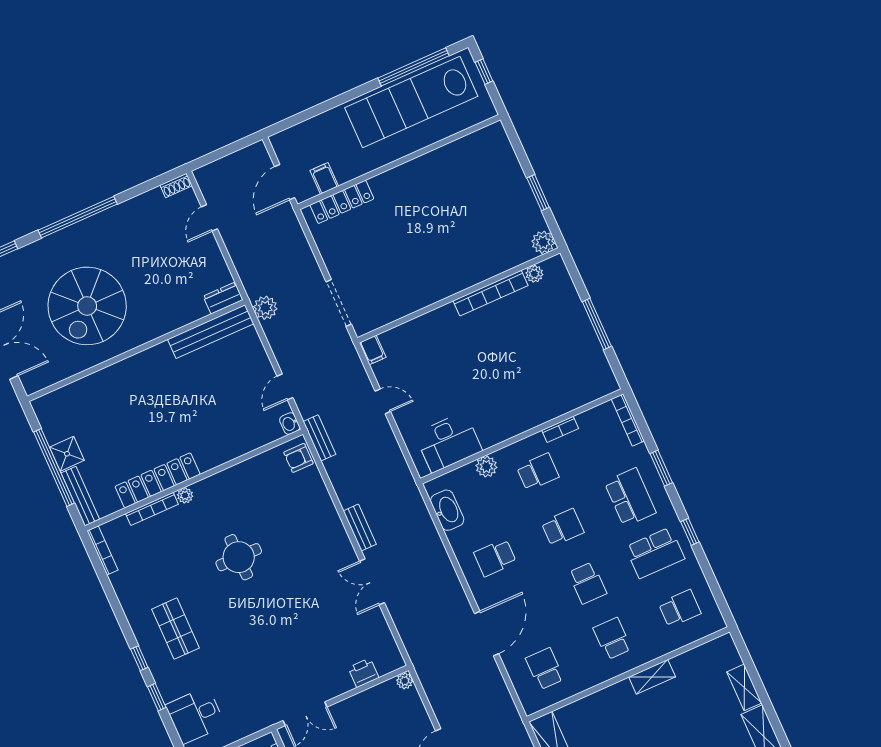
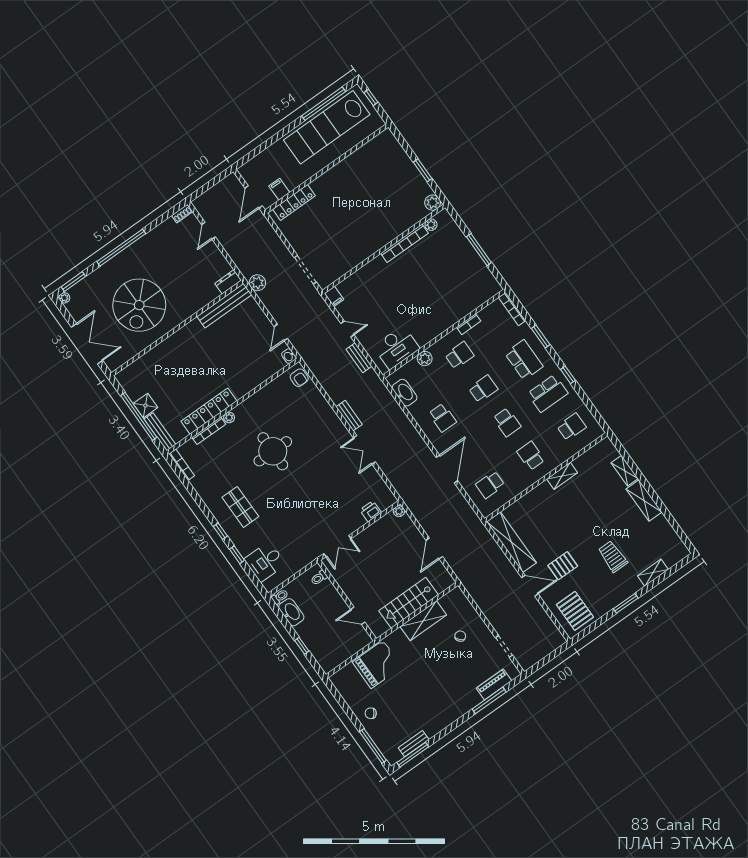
bench: (319, 438) -> (359, 358), moved
armchair: (298, 458) -> (299, 378), turned -90
round table: (239, 557) -> (273, 451), width x1.36, depth x1.36
school desk: (495, 558) -> (443, 418), turned -90
school desk: (545, 669) -> (490, 485), turned -90

